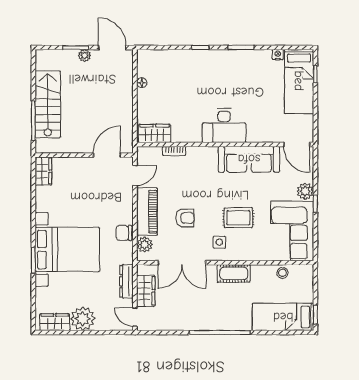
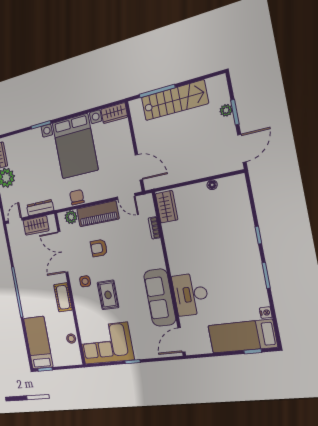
plant: (85, 55) -> (226, 110), moved
desk: (224, 126) -> (191, 294), moved
plant: (305, 191) -> (141, 352), removed
armchair: (185, 218) -> (99, 248), turned 90
bed with nightstands: (67, 249) -> (75, 146), moved

